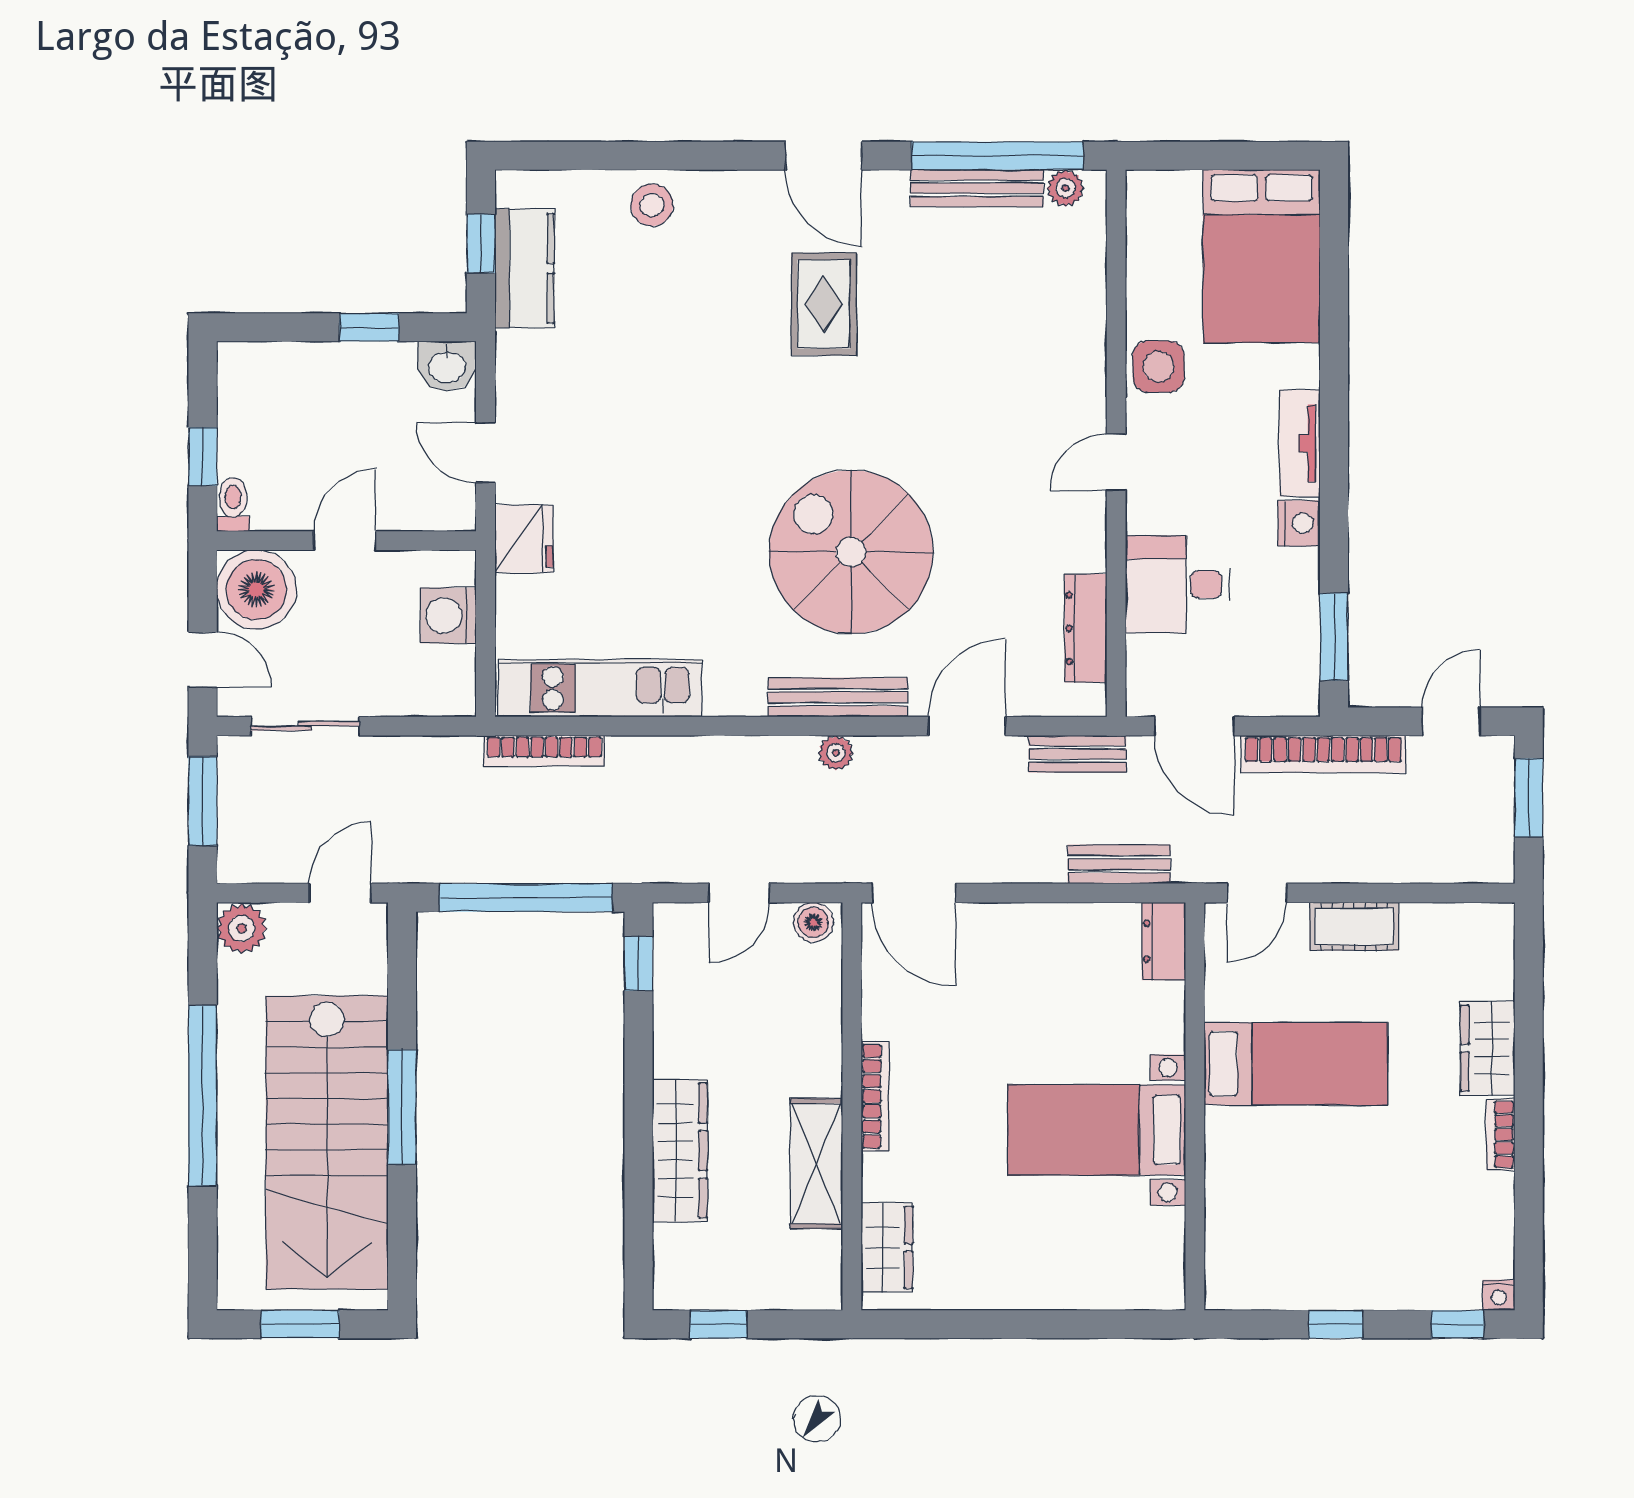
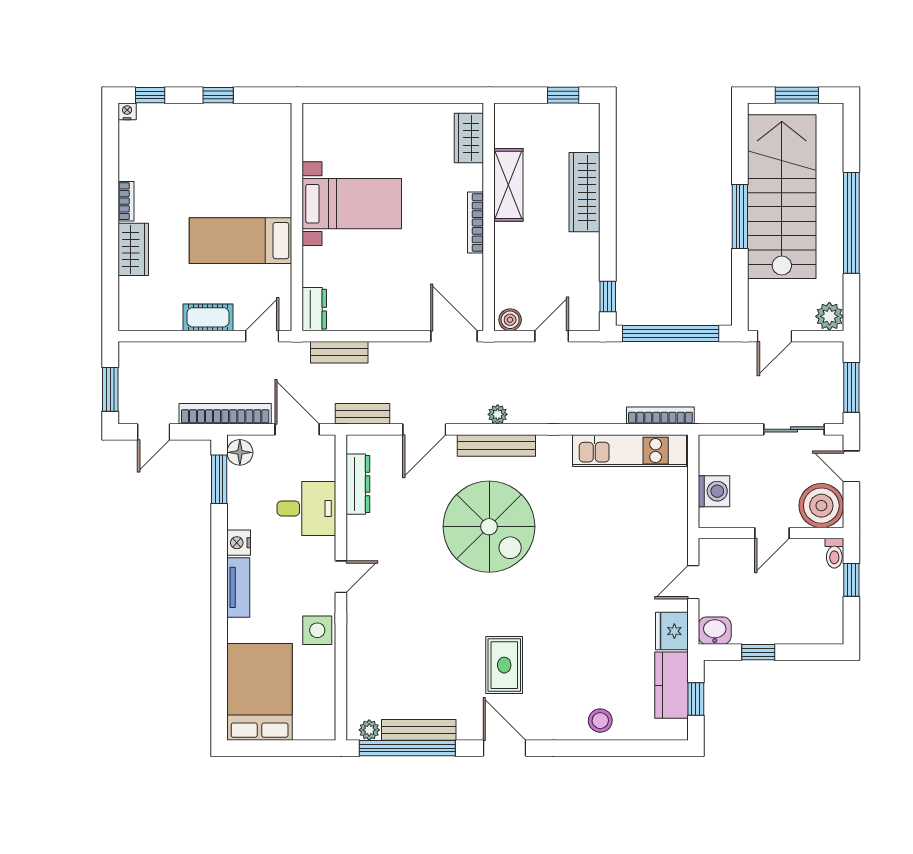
door: (485, 453) -> (693, 582), swing flipped
fridge: (524, 539) -> (672, 631), moved
floor lamp: (1297, 685) -> (240, 452), added

